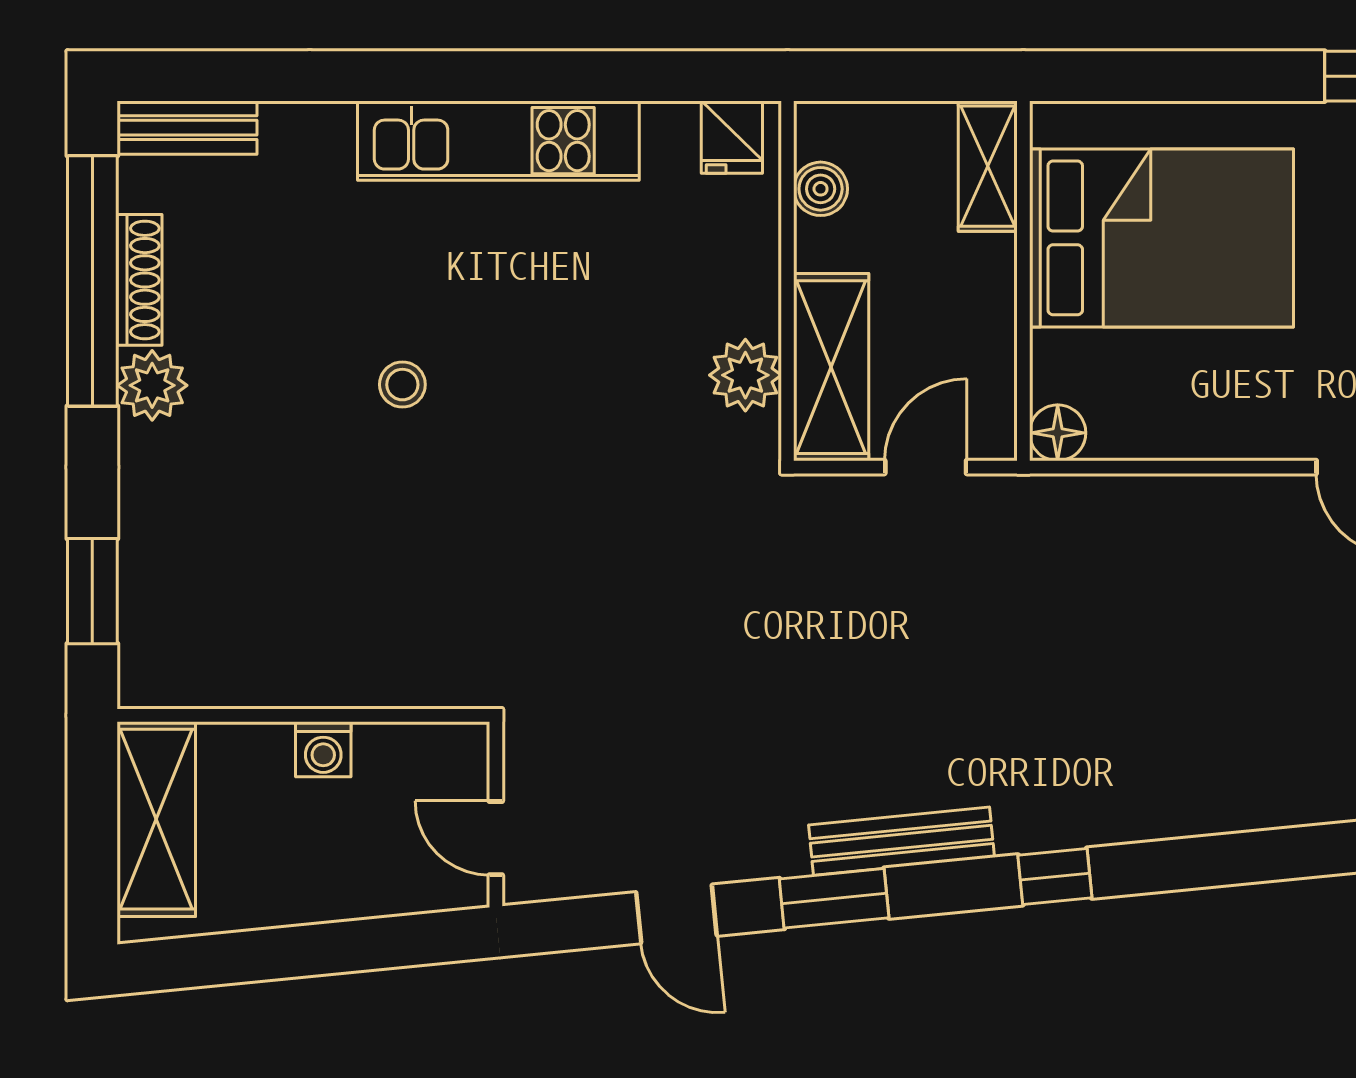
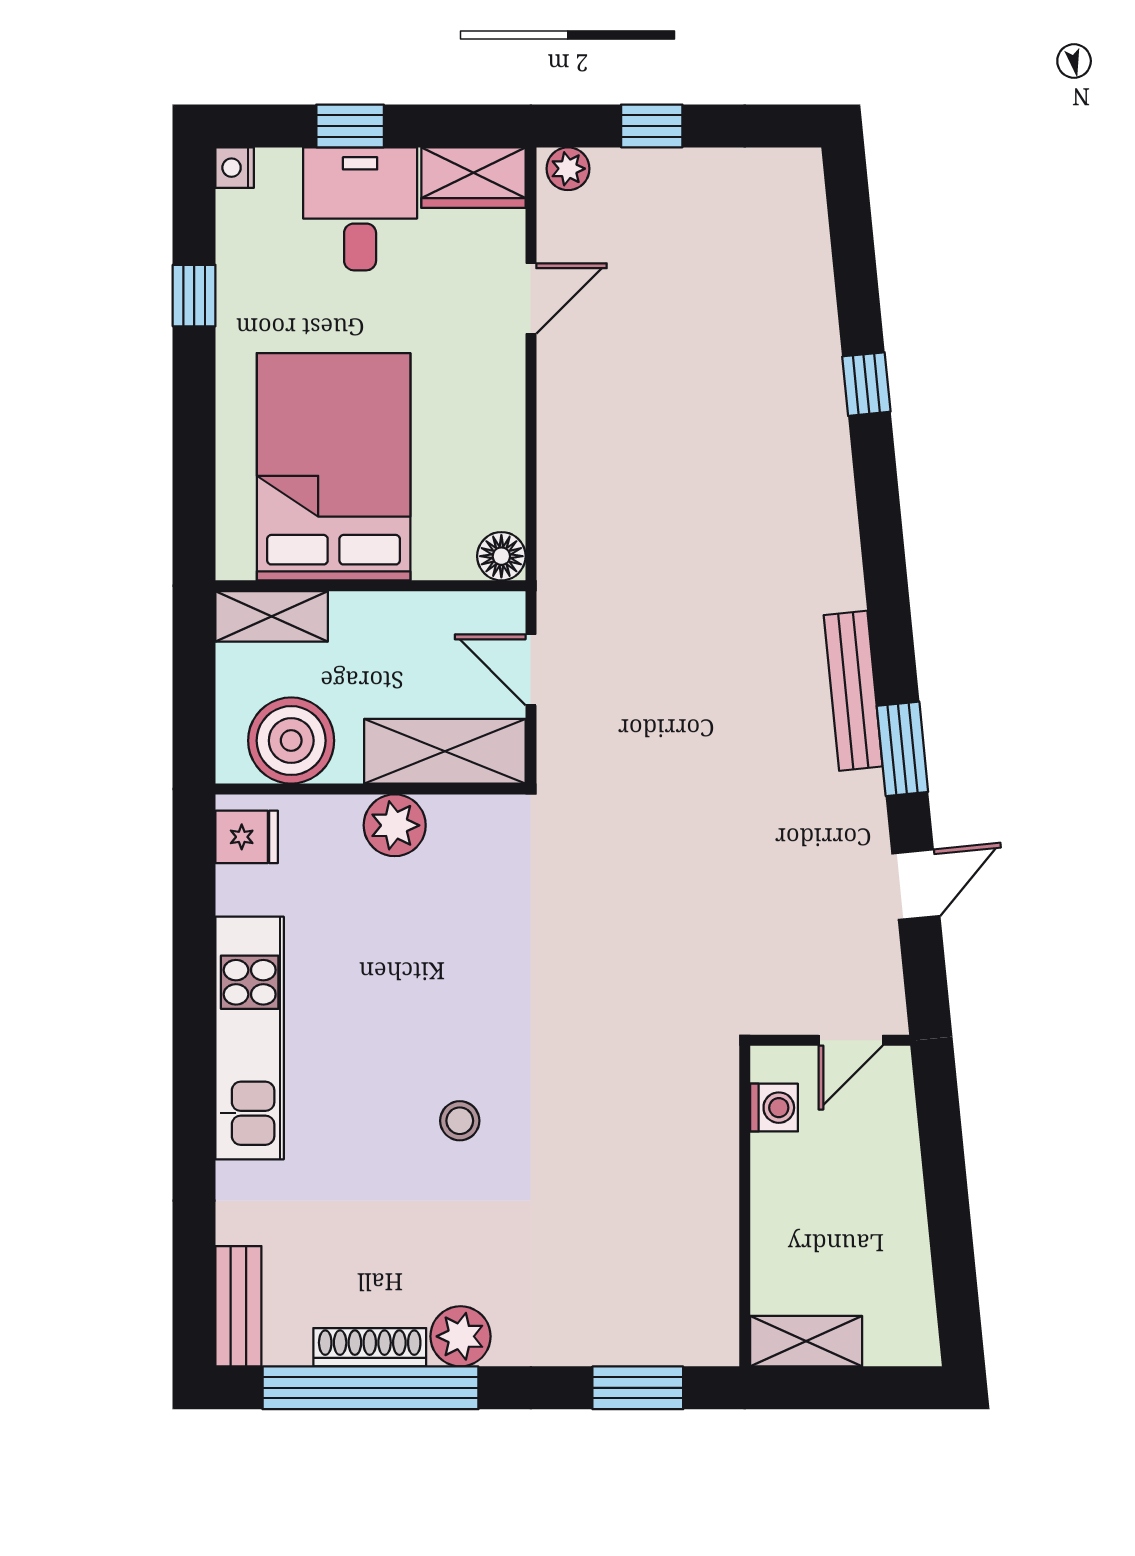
boiler: (821, 189) -> (291, 741), width x1.86, depth x1.86
plant: (745, 375) -> (395, 825), moved
washing machine: (323, 749) -> (774, 1108), moved
shelving: (156, 819) -> (806, 1341), width x0.67, depth x0.75
window: (1055, 877) -> (866, 384), moved

